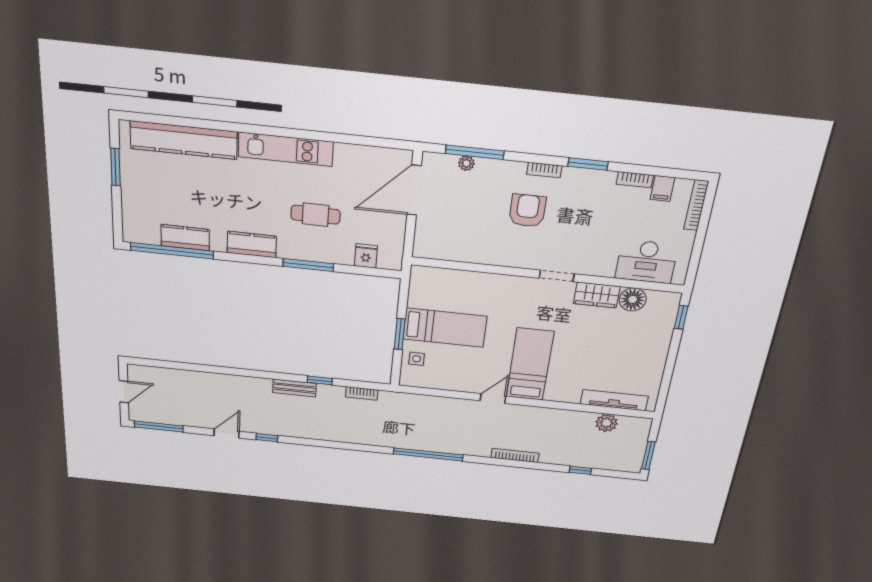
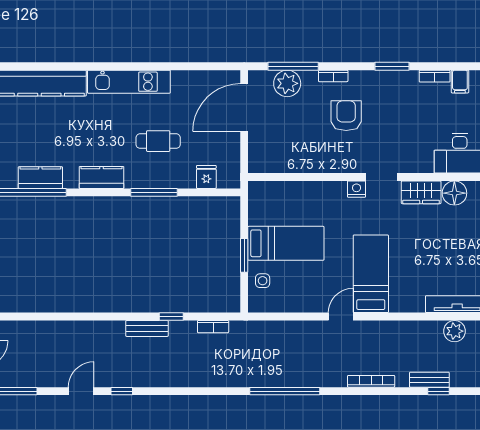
plant: (466, 163) -> (287, 83), width x1.88, depth x1.88
bookcase: (544, 170) -> (333, 76), moved
nightstand: (527, 285) -> (357, 189), added
bench: (573, 460) -> (429, 380), added

